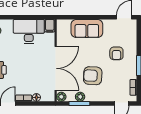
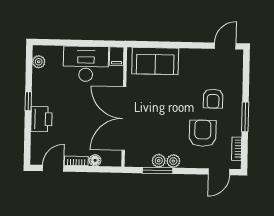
sofa: (87, 28) -> (155, 61), moved
double door: (56, 68) -> (124, 119), swing flipped
armchair: (93, 76) -> (203, 133), moved, turned 87
plant: (61, 97) -> (173, 161), moved

